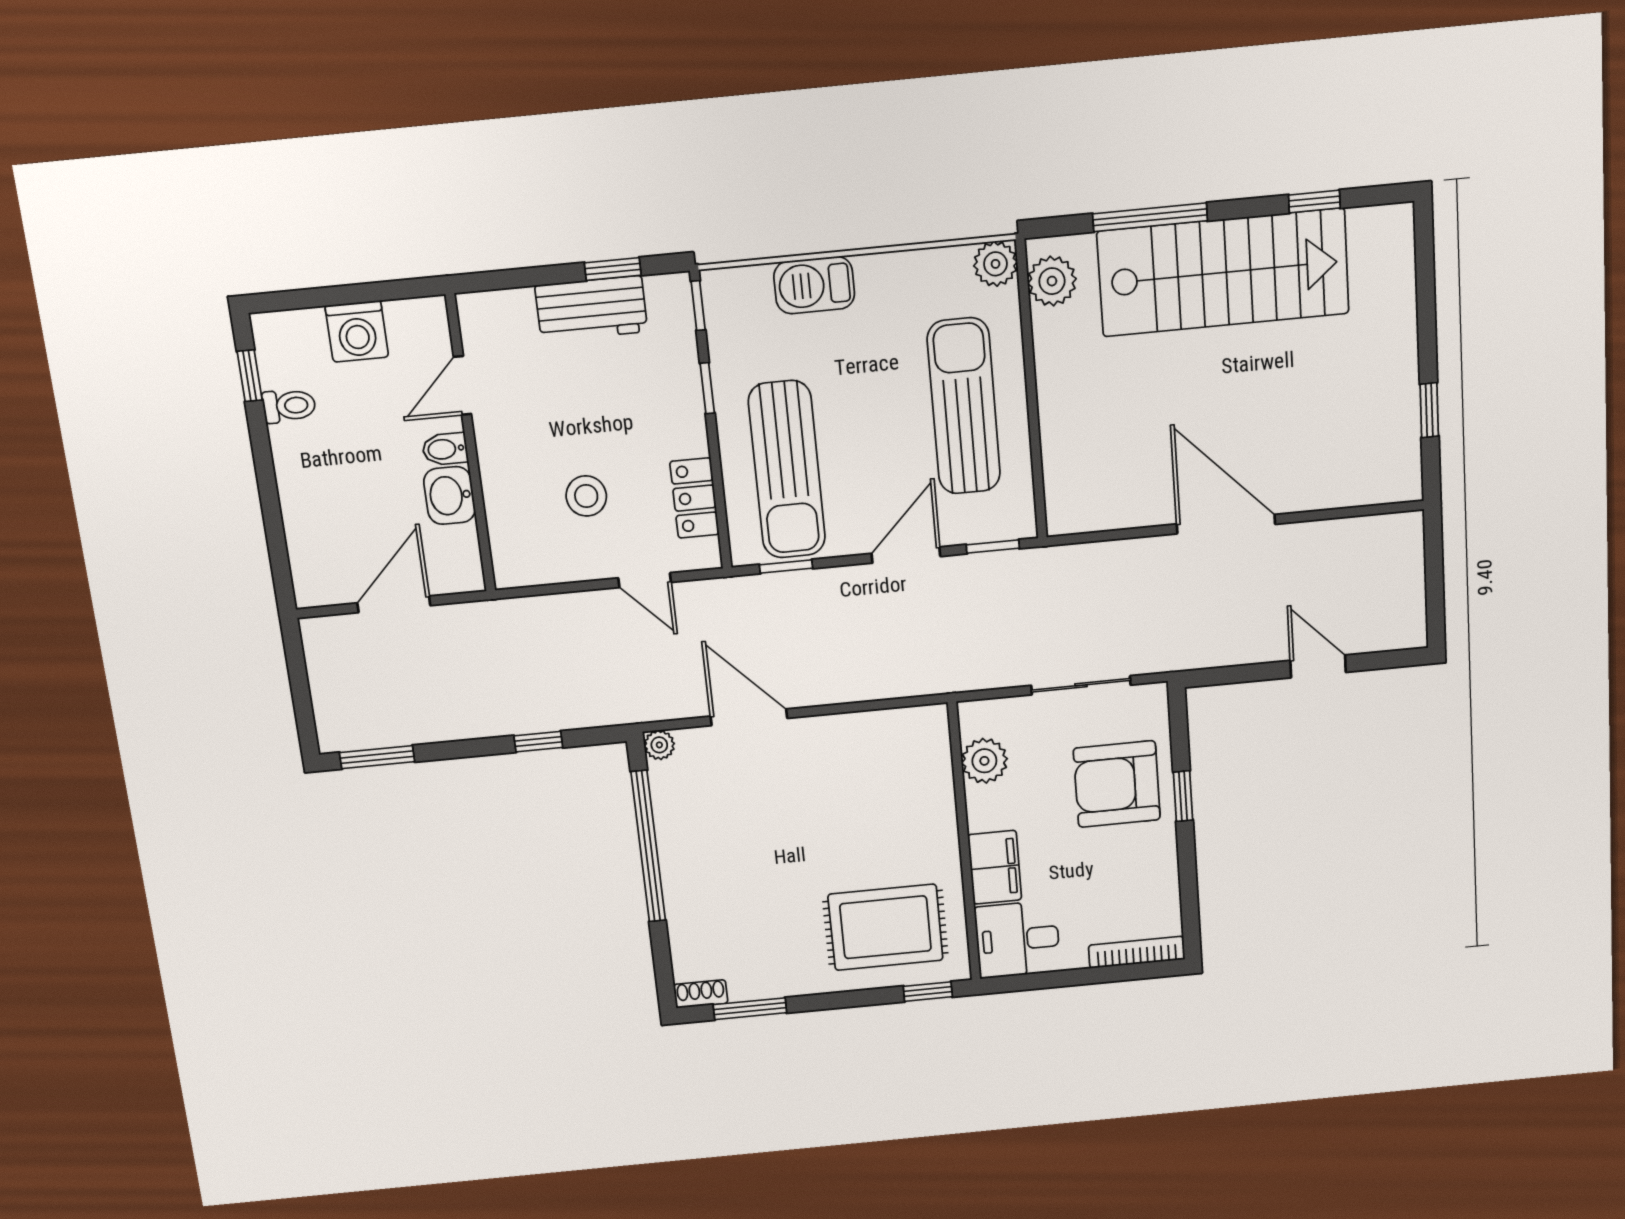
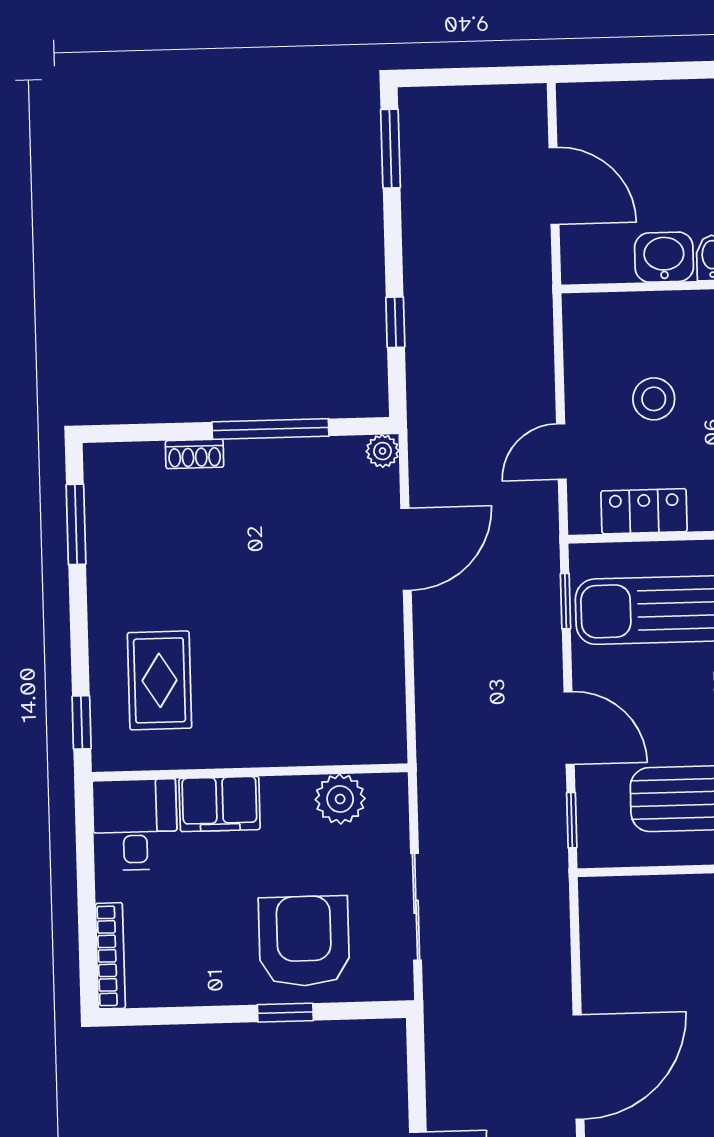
window: (648, 846) -> (270, 429), width x0.68
rug: (886, 927) -> (160, 680), width x0.73, depth x0.70
shoe rack: (701, 994) -> (195, 454), moved, turned 90

